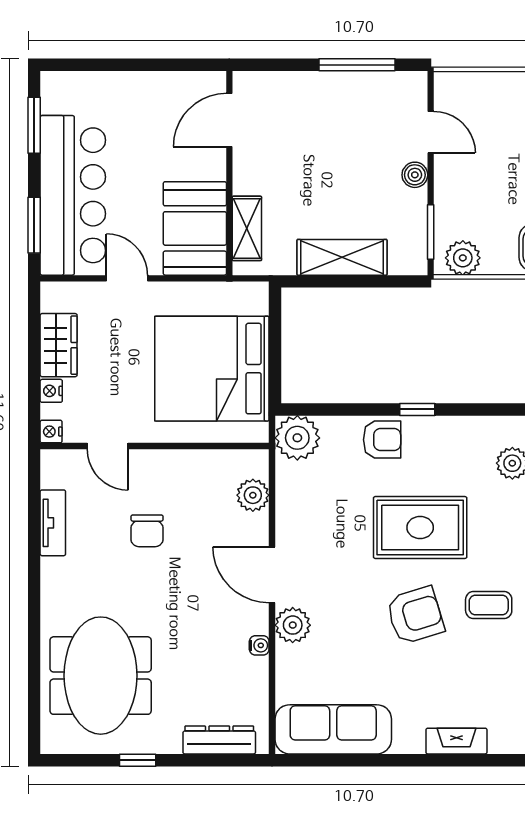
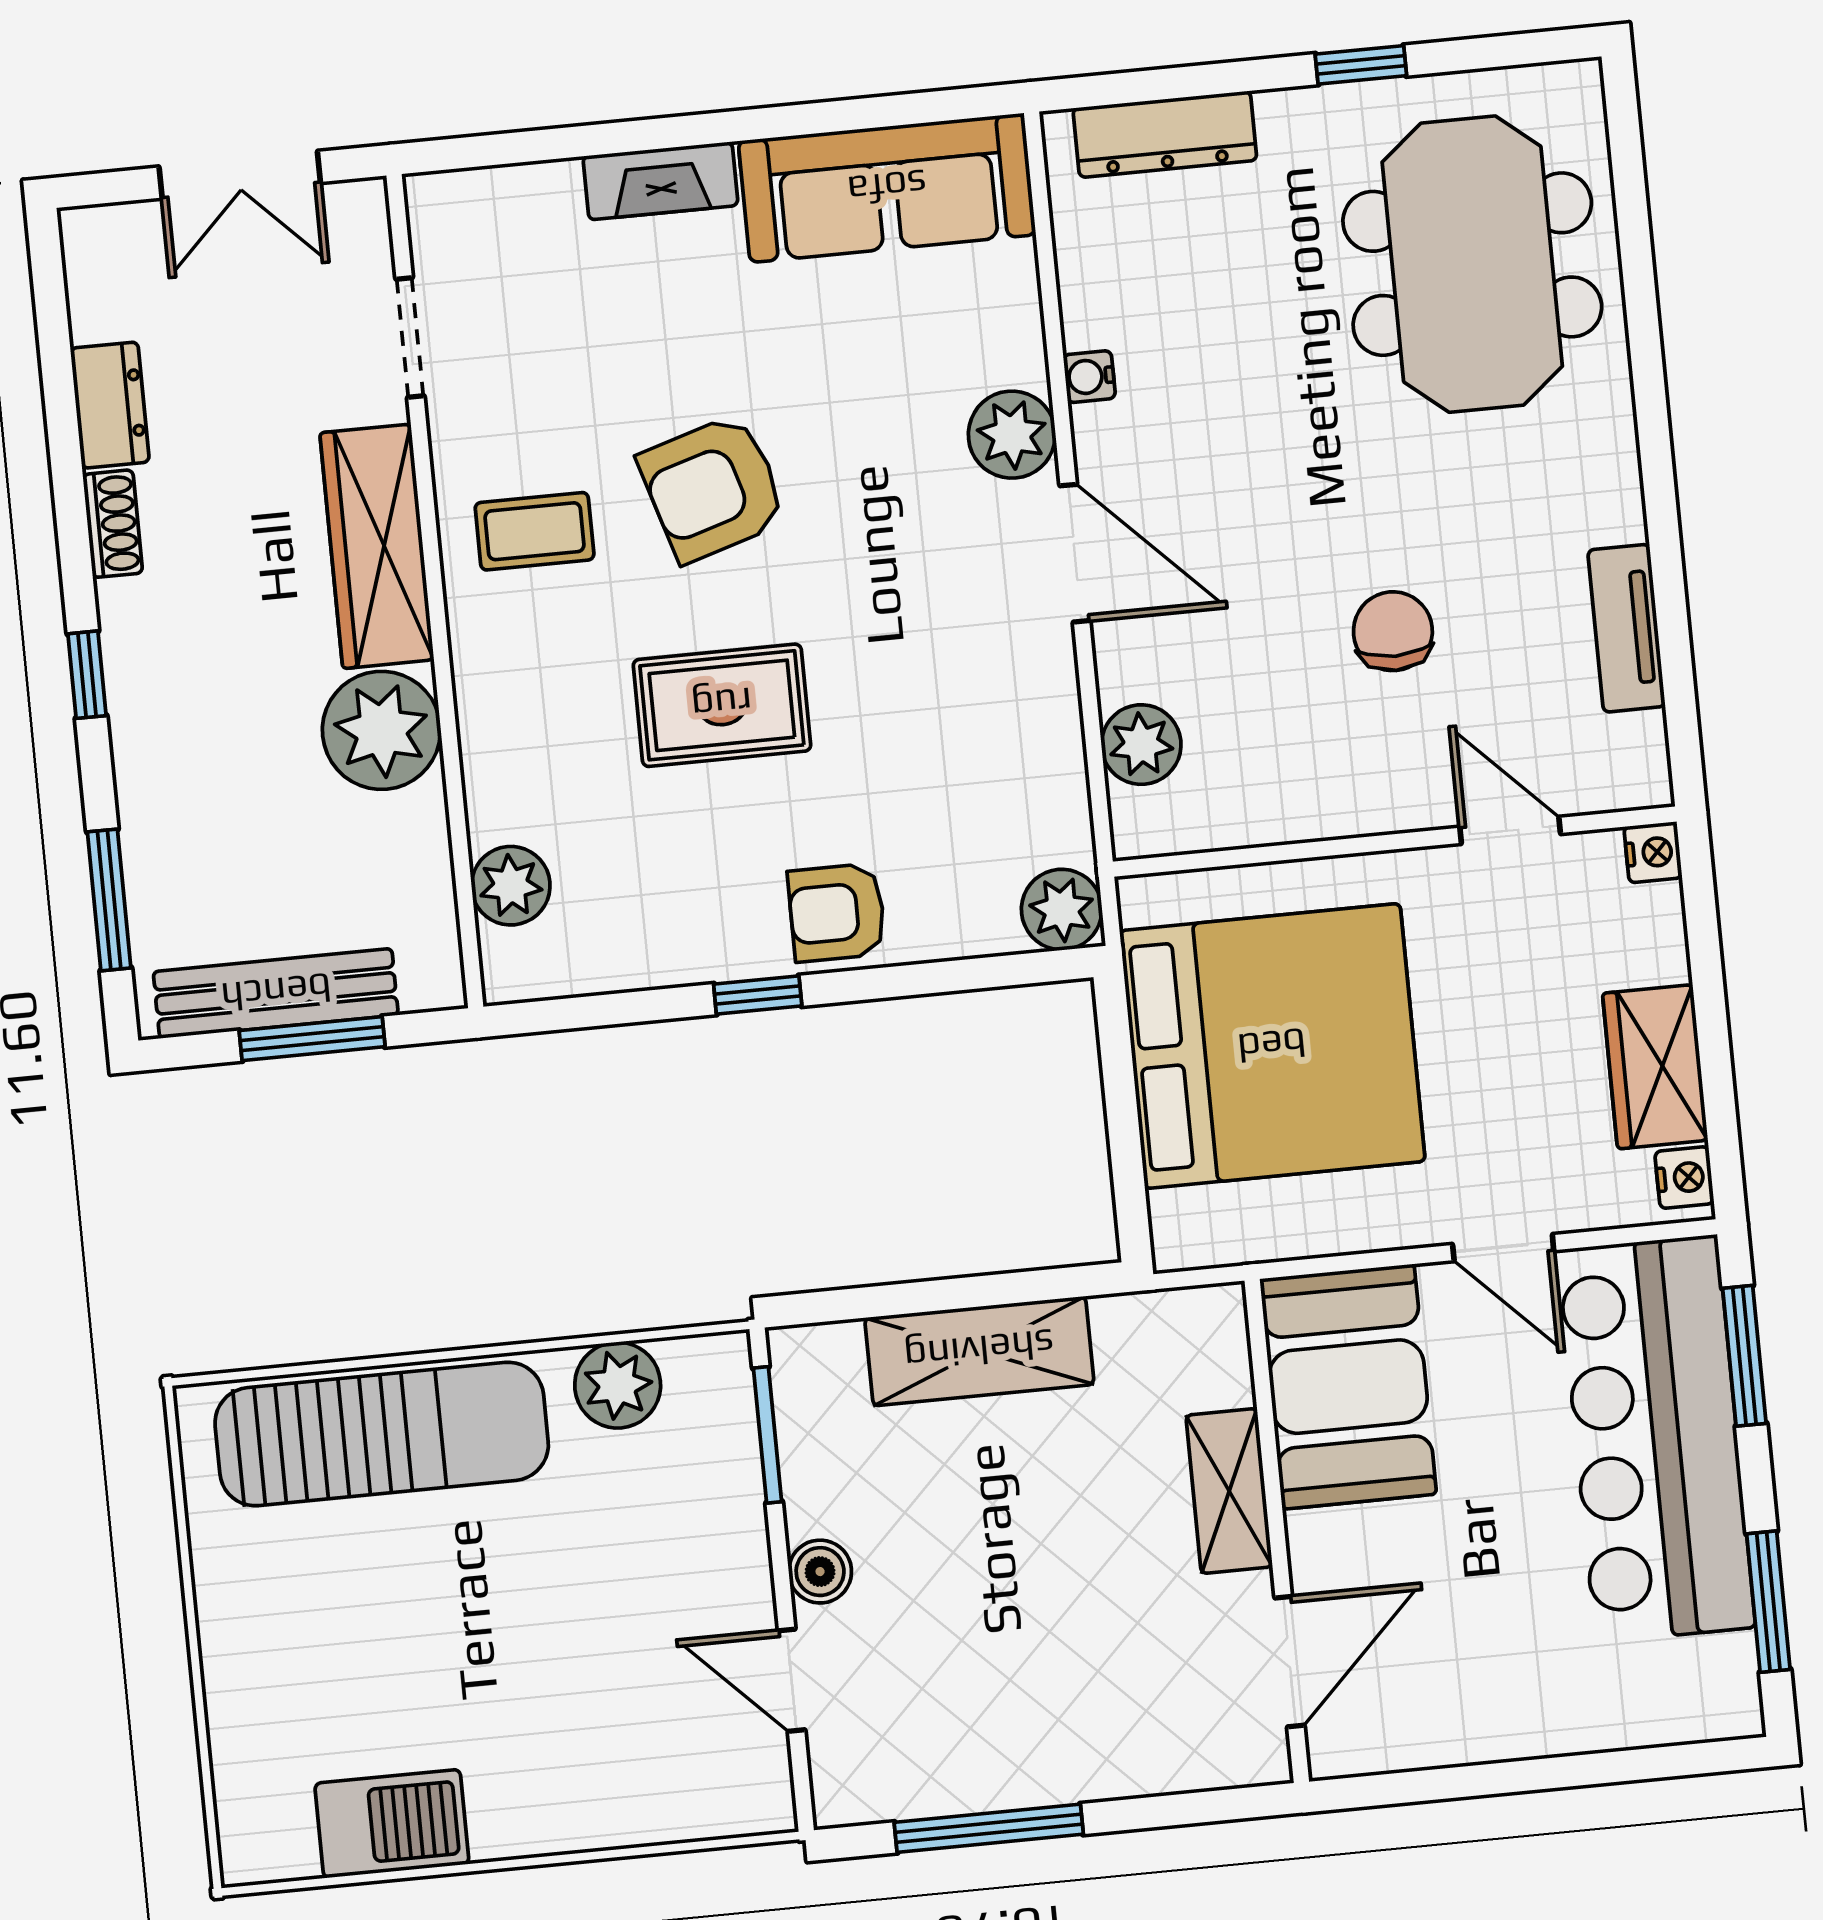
shelving: (247, 228) -> (1229, 1491), moved
plant: (463, 258) -> (618, 1385), moved
nightstand: (51, 391) -> (1684, 1178), moved
plant: (297, 438) -> (1062, 910), width x0.73, depth x0.73
rug: (420, 528) -> (722, 705), width x0.73, depth x0.70
fireplace: (456, 741) -> (660, 181), moved

